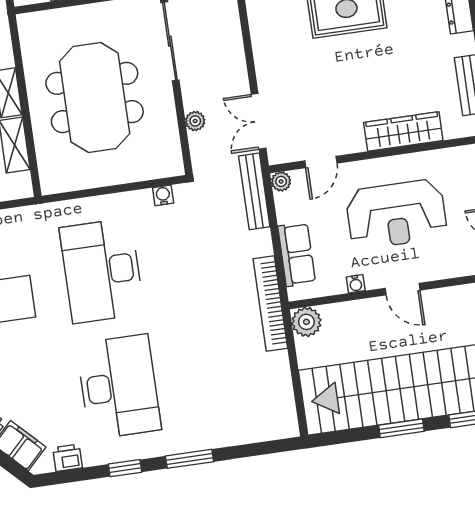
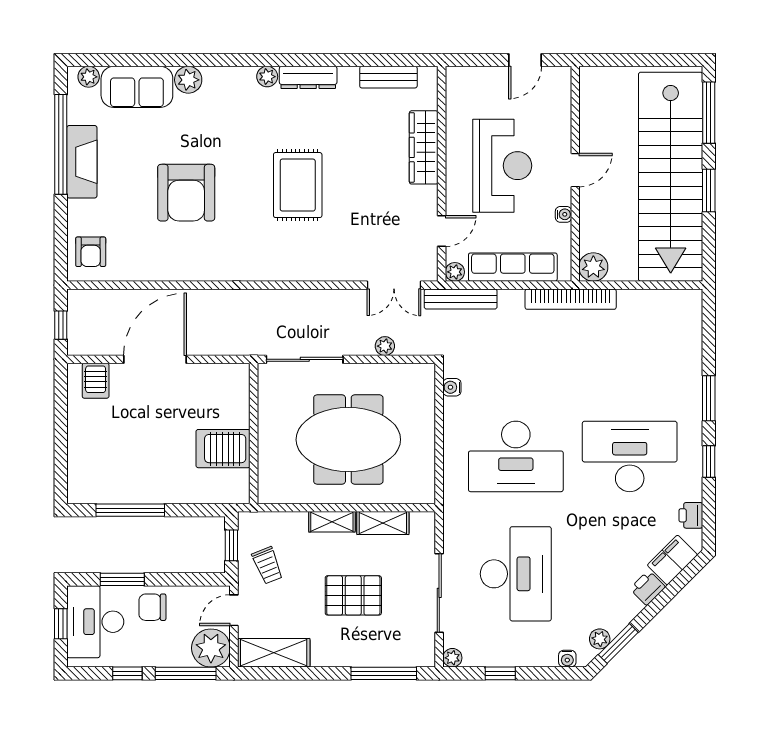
door: (321, 162) -> (442, 231), hinge flipped
row of seats: (297, 254) -> (513, 267), width x1.48

